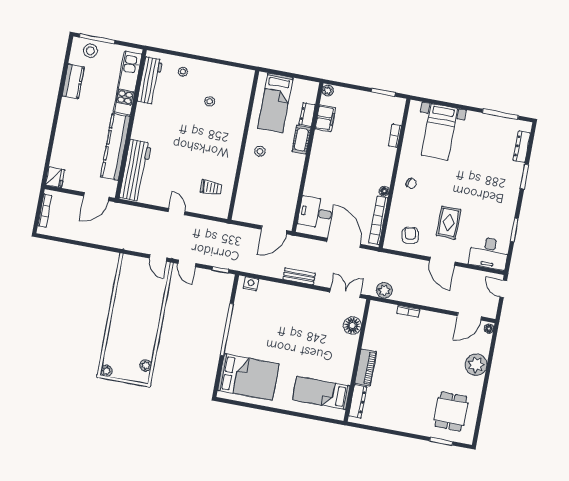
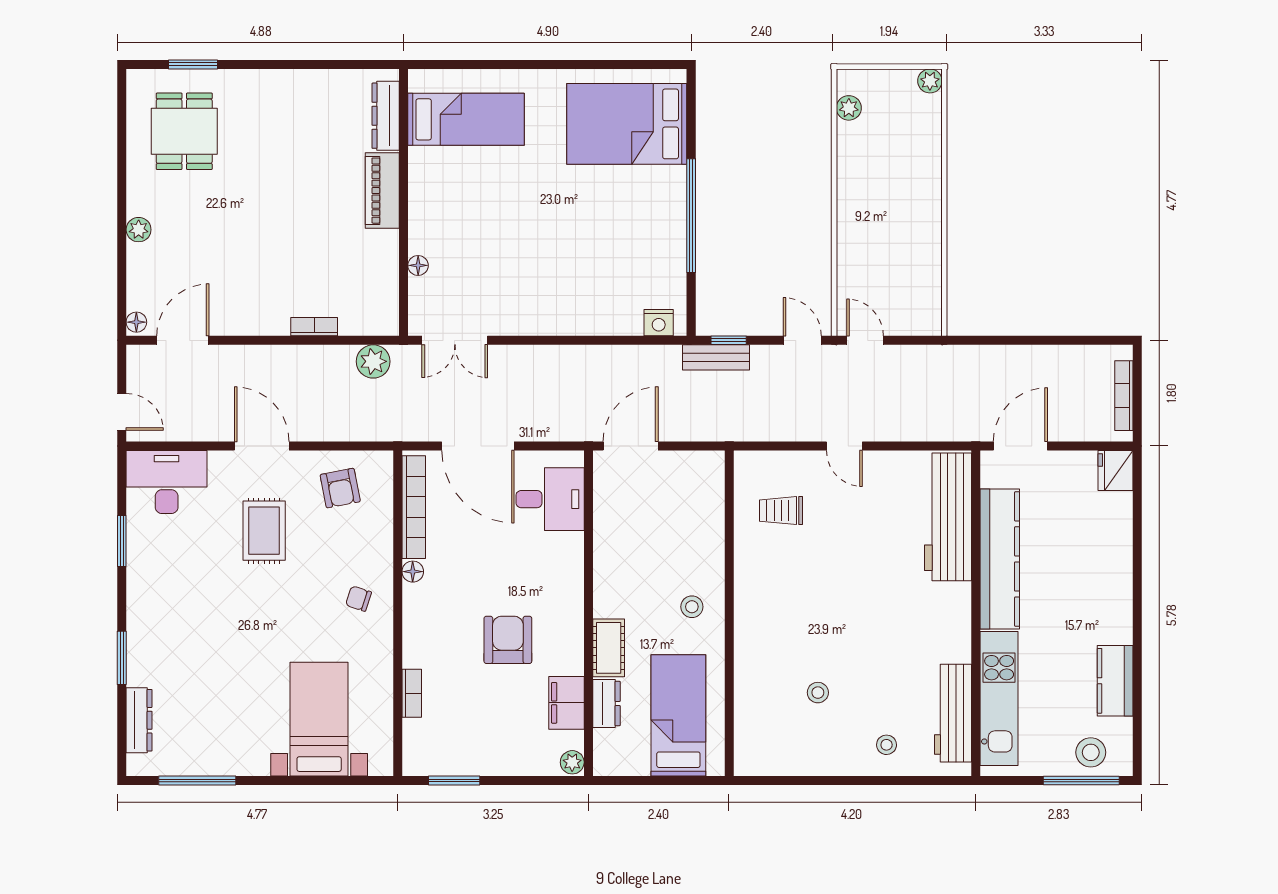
armchair: (347, 152) -> (508, 640), added
bench: (299, 276) -> (716, 357), moved
floor lamp: (352, 325) -> (418, 265), width x0.53, depth x0.53
plant: (476, 365) -> (139, 230), width x0.53, depth x0.53

